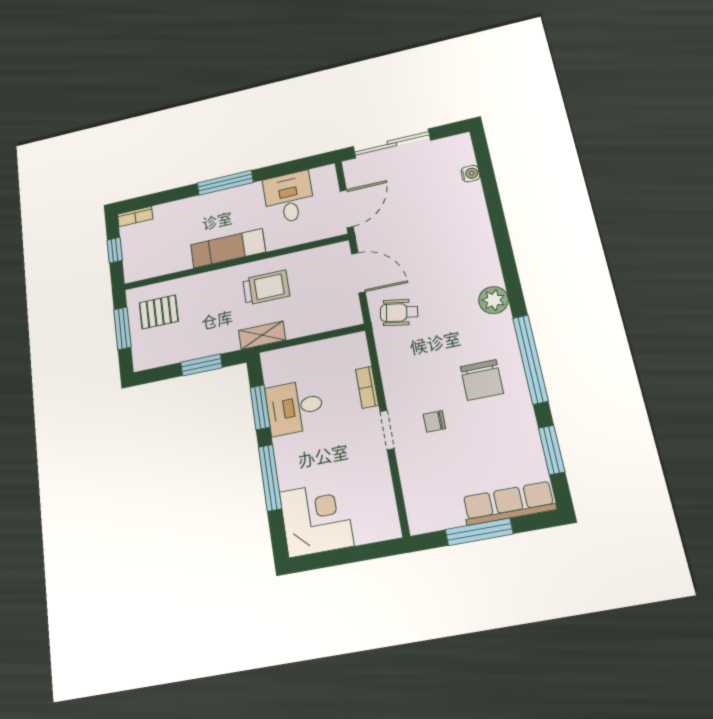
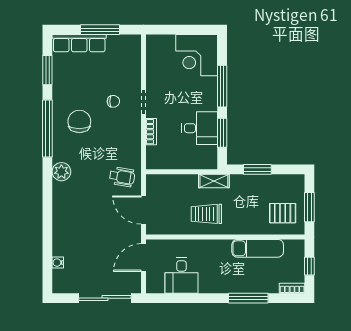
window: (225, 183) -> (248, 298), moved
exam couch: (228, 248) -> (258, 248), moved

